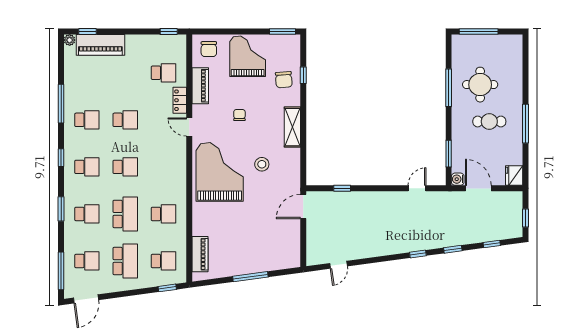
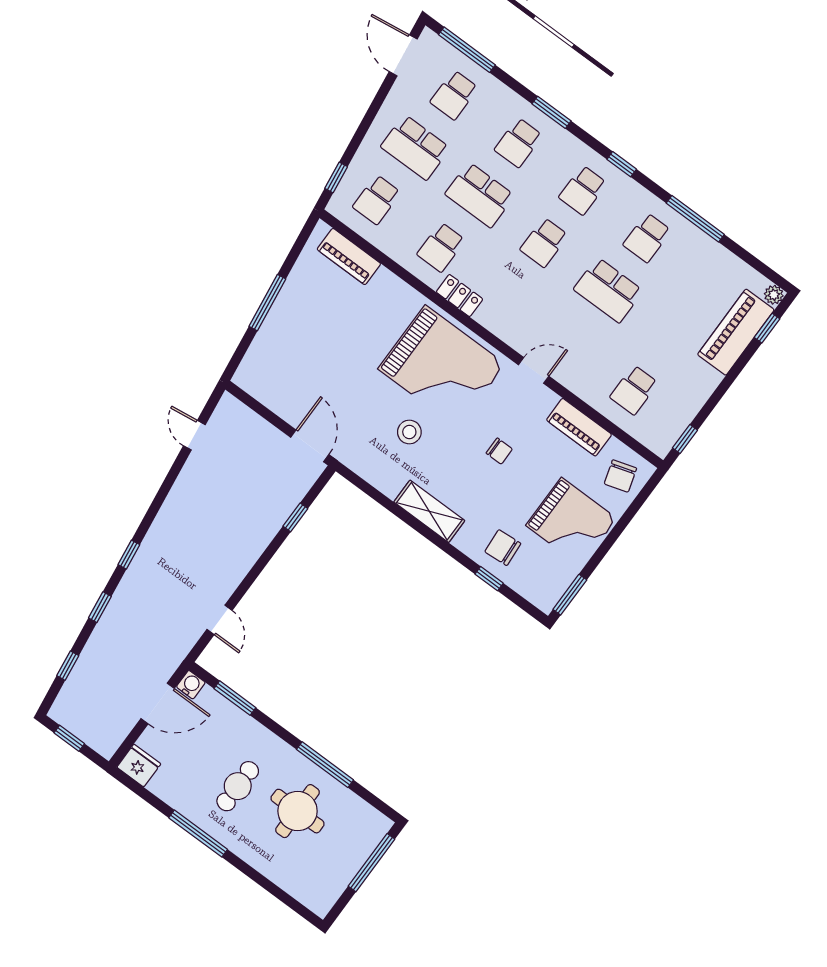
chair: (209, 49) -> (620, 476), turned -107
locker: (180, 100) -> (459, 296), moved
school desk: (125, 120) -> (608, 290), width x1.85

